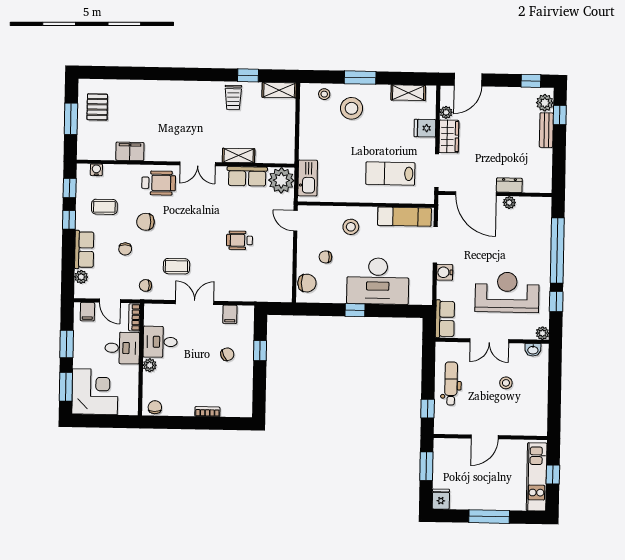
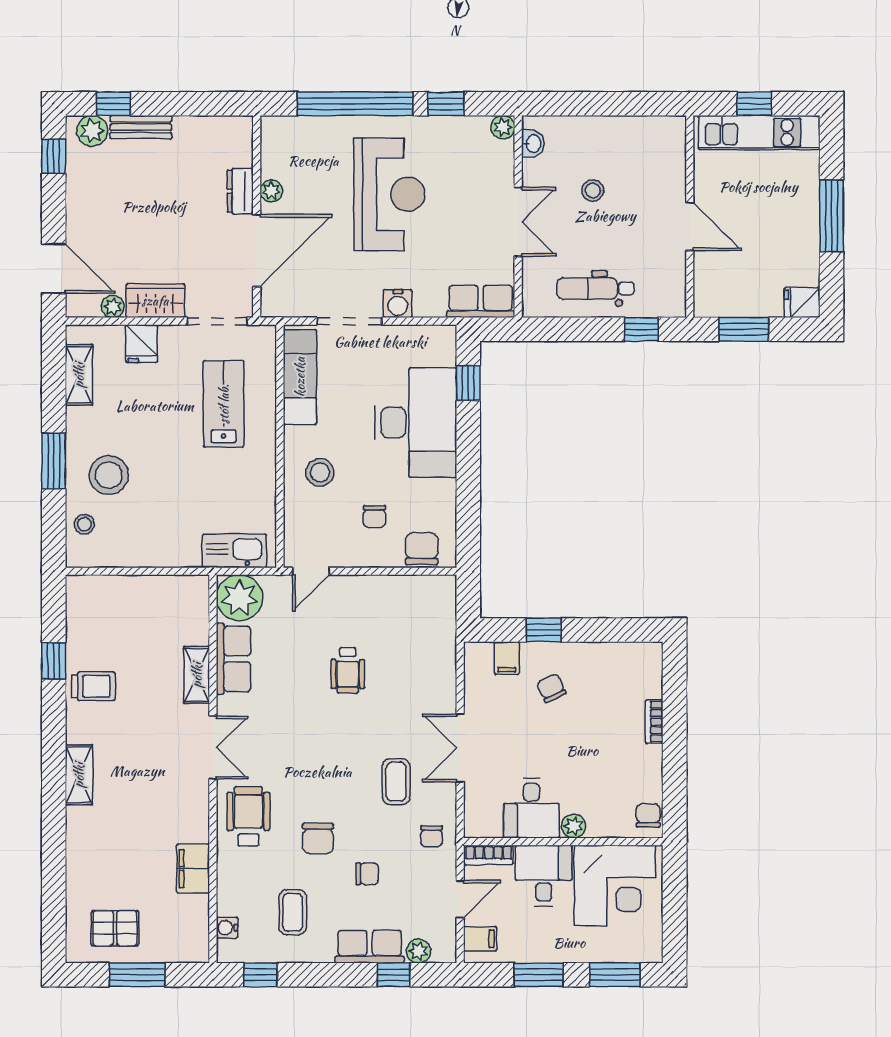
shelving: (279, 90) -> (79, 775), moved
lab bench: (390, 173) -> (224, 404), turned 180
window: (69, 220) -> (394, 975), moved
reception desk: (507, 292) -> (389, 194), moved, turned 180
window: (355, 310) -> (468, 383), moved
filing cabinet: (230, 314) -> (507, 658), moved, turned 90
corner desk: (95, 392) -> (615, 886), moved, turned 180
chair: (155, 407) -> (648, 815), turned 90

